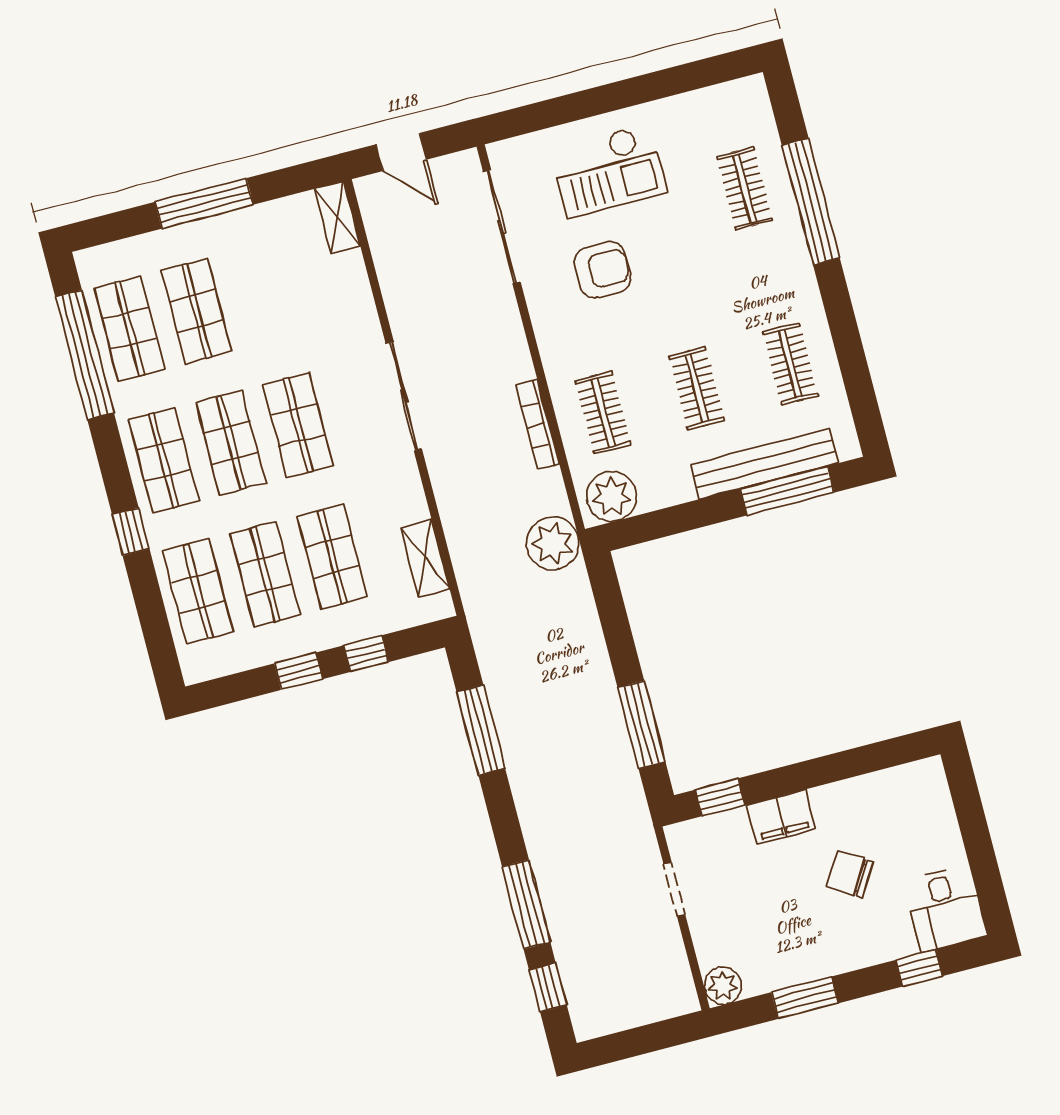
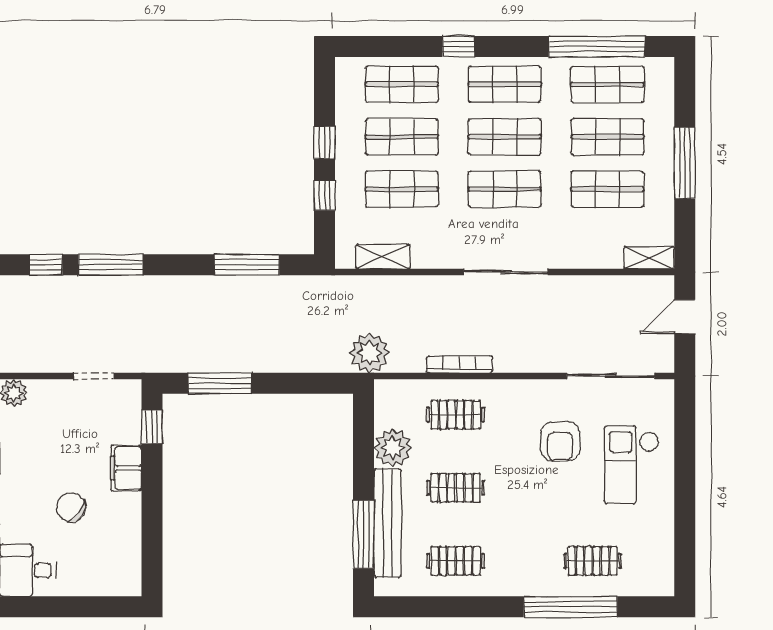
shop shelf: (264, 294) -> (607, 189), added
plant: (612, 496) -> (393, 448), moved
chair: (850, 874) -> (71, 507), turned -85

